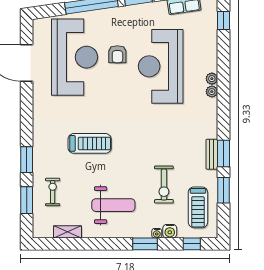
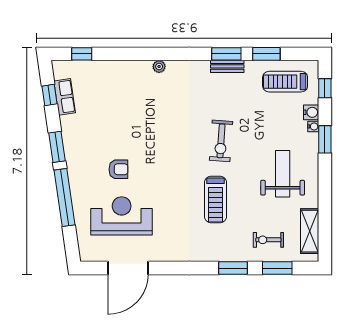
reception desk: (75, 57) -> (122, 216), width x0.74, depth x0.77
reception desk: (161, 66) -> (132, 122), removed
plant: (212, 79) -> (145, 67), removed
treadmill: (90, 143) -> (216, 200), turned 180
exercise bike: (164, 185) -> (221, 141), moved, turned 94
treadmill: (198, 207) -> (285, 82), turned 180
shelving: (67, 232) -> (310, 231), width x1.50, depth x1.33

